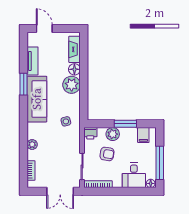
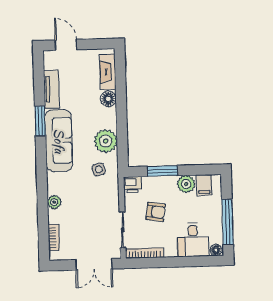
plant: (72, 85) -> (106, 141), moved
window: (125, 124) -> (162, 171), moved
plant: (113, 134) -> (186, 184), moved

